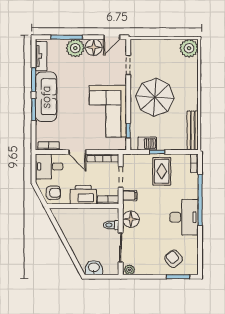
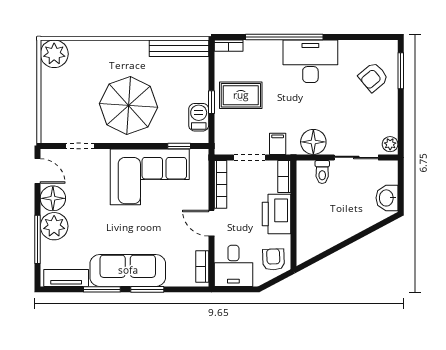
door: (77, 152) -> (211, 223), swing flipped

